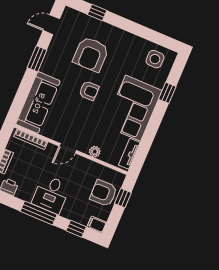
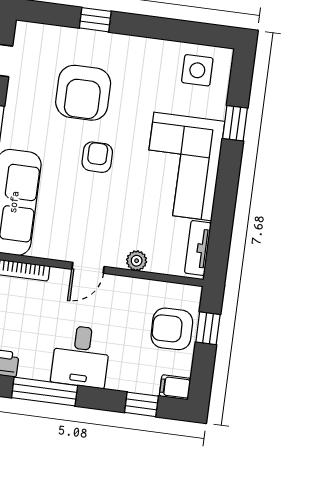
window: (97, 13) -> (95, 20), moved
armchair: (89, 91) -> (97, 157), turned -90
window: (39, 213) -> (45, 392), moved

